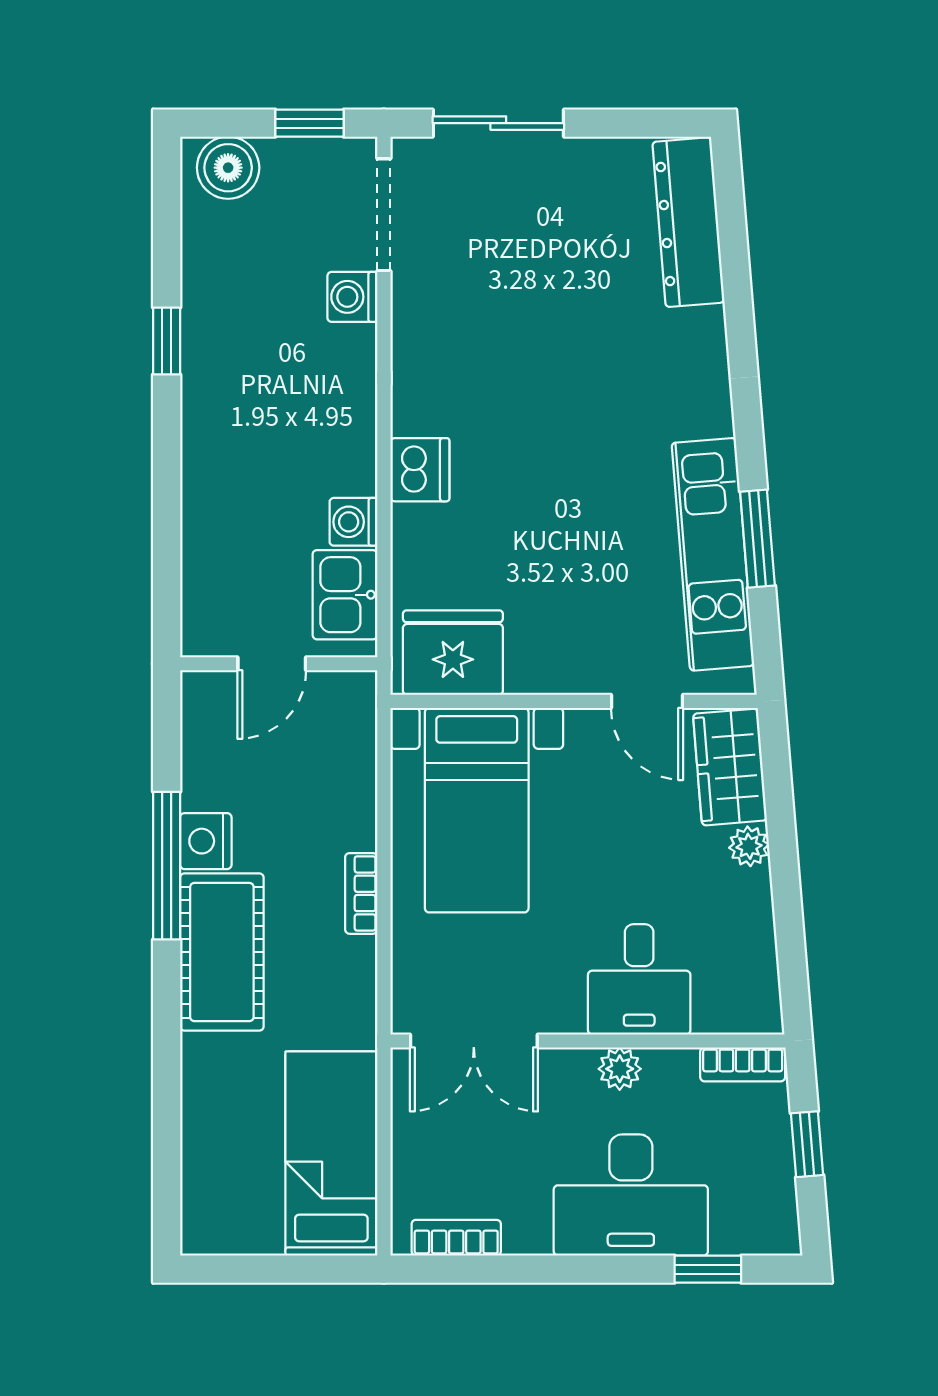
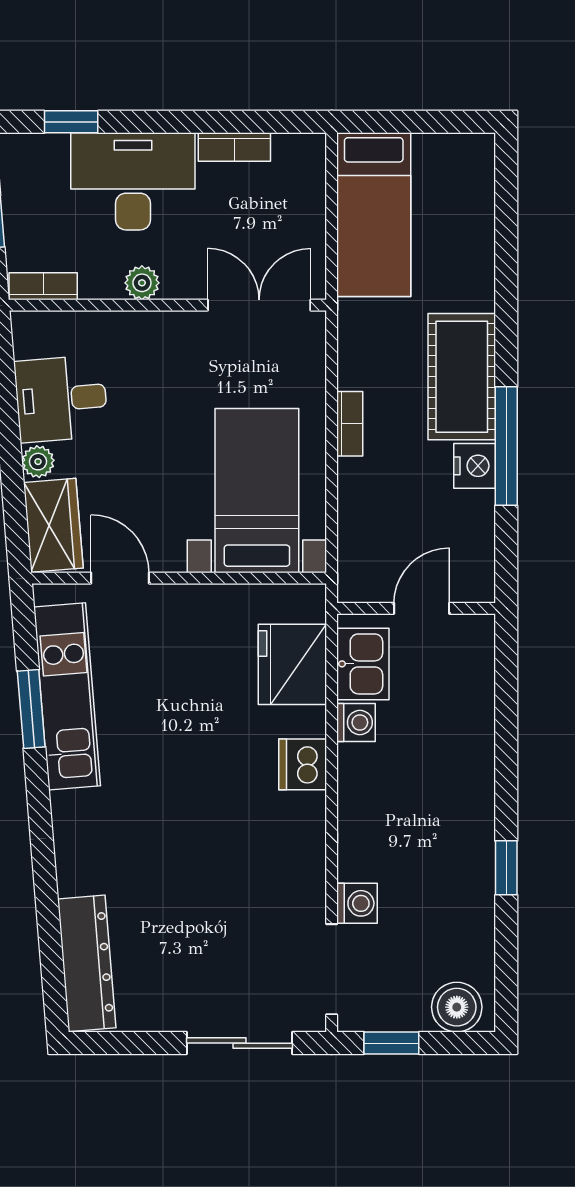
fridge: (453, 653) -> (292, 664), moved, turned 90
desk: (639, 979) -> (61, 399), moved, turned -95
bookcase: (456, 1238) -> (234, 147), moved

